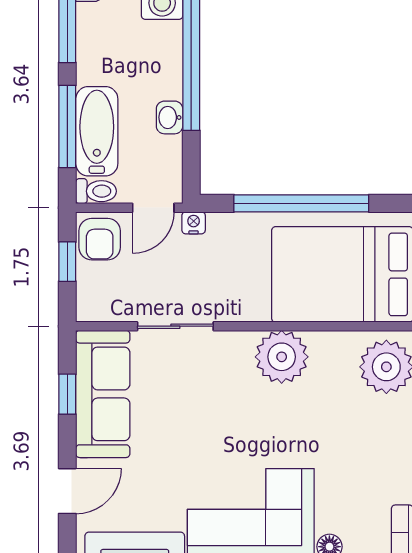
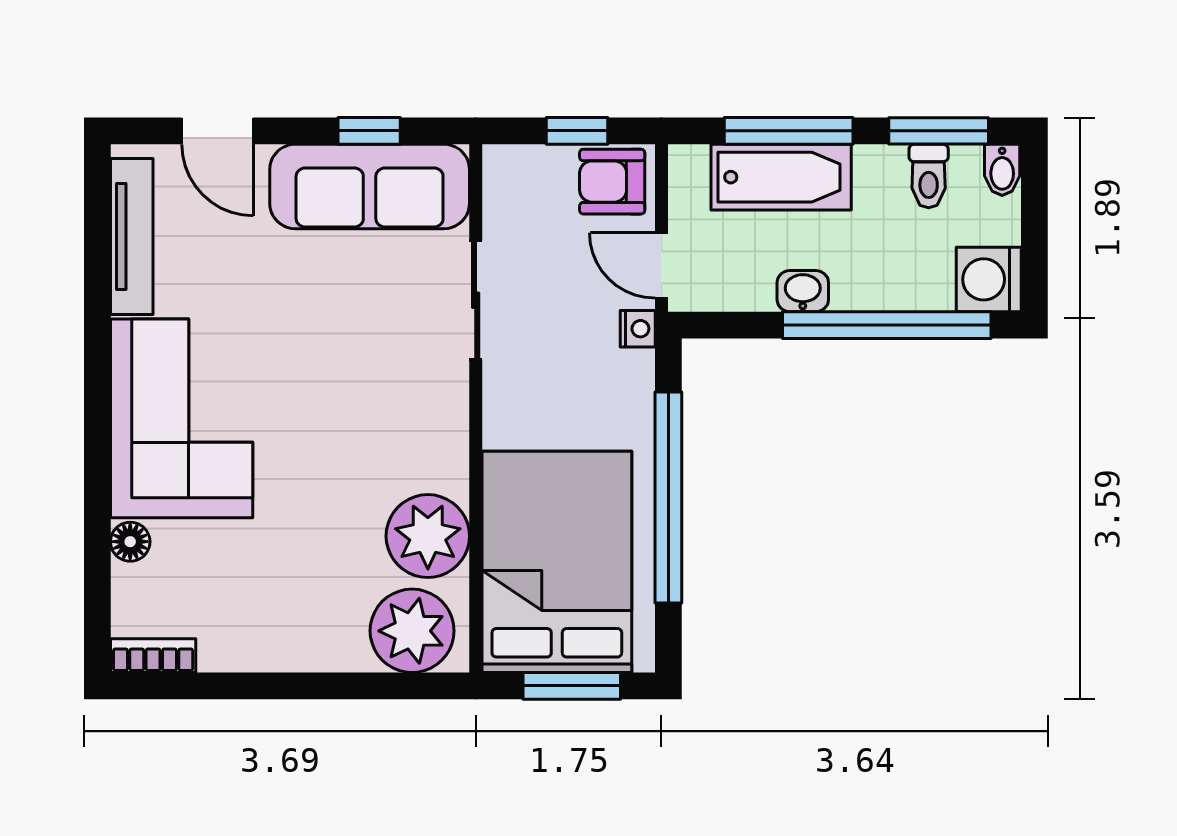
toilet: (96, 191) -> (929, 176), moved
plant: (282, 357) -> (428, 536), moved

